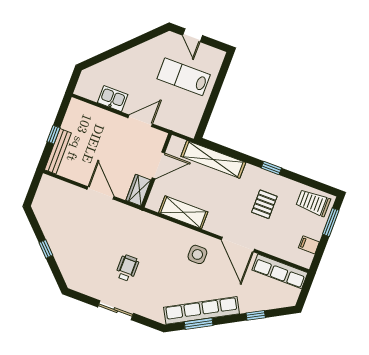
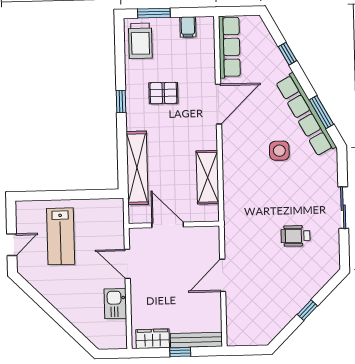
wardrobe: (138, 190) -> (153, 339), moved, turned 180
side table: (197, 254) -> (279, 151), moved
wheelchair: (127, 268) -> (295, 236), moved

